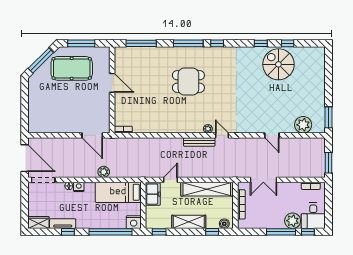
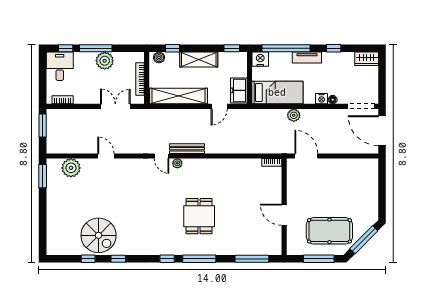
dining table: (188, 81) -> (199, 216), turned 90
plant: (293, 221) -> (105, 61), moved
tv unit: (63, 224) -> (307, 58), moved

